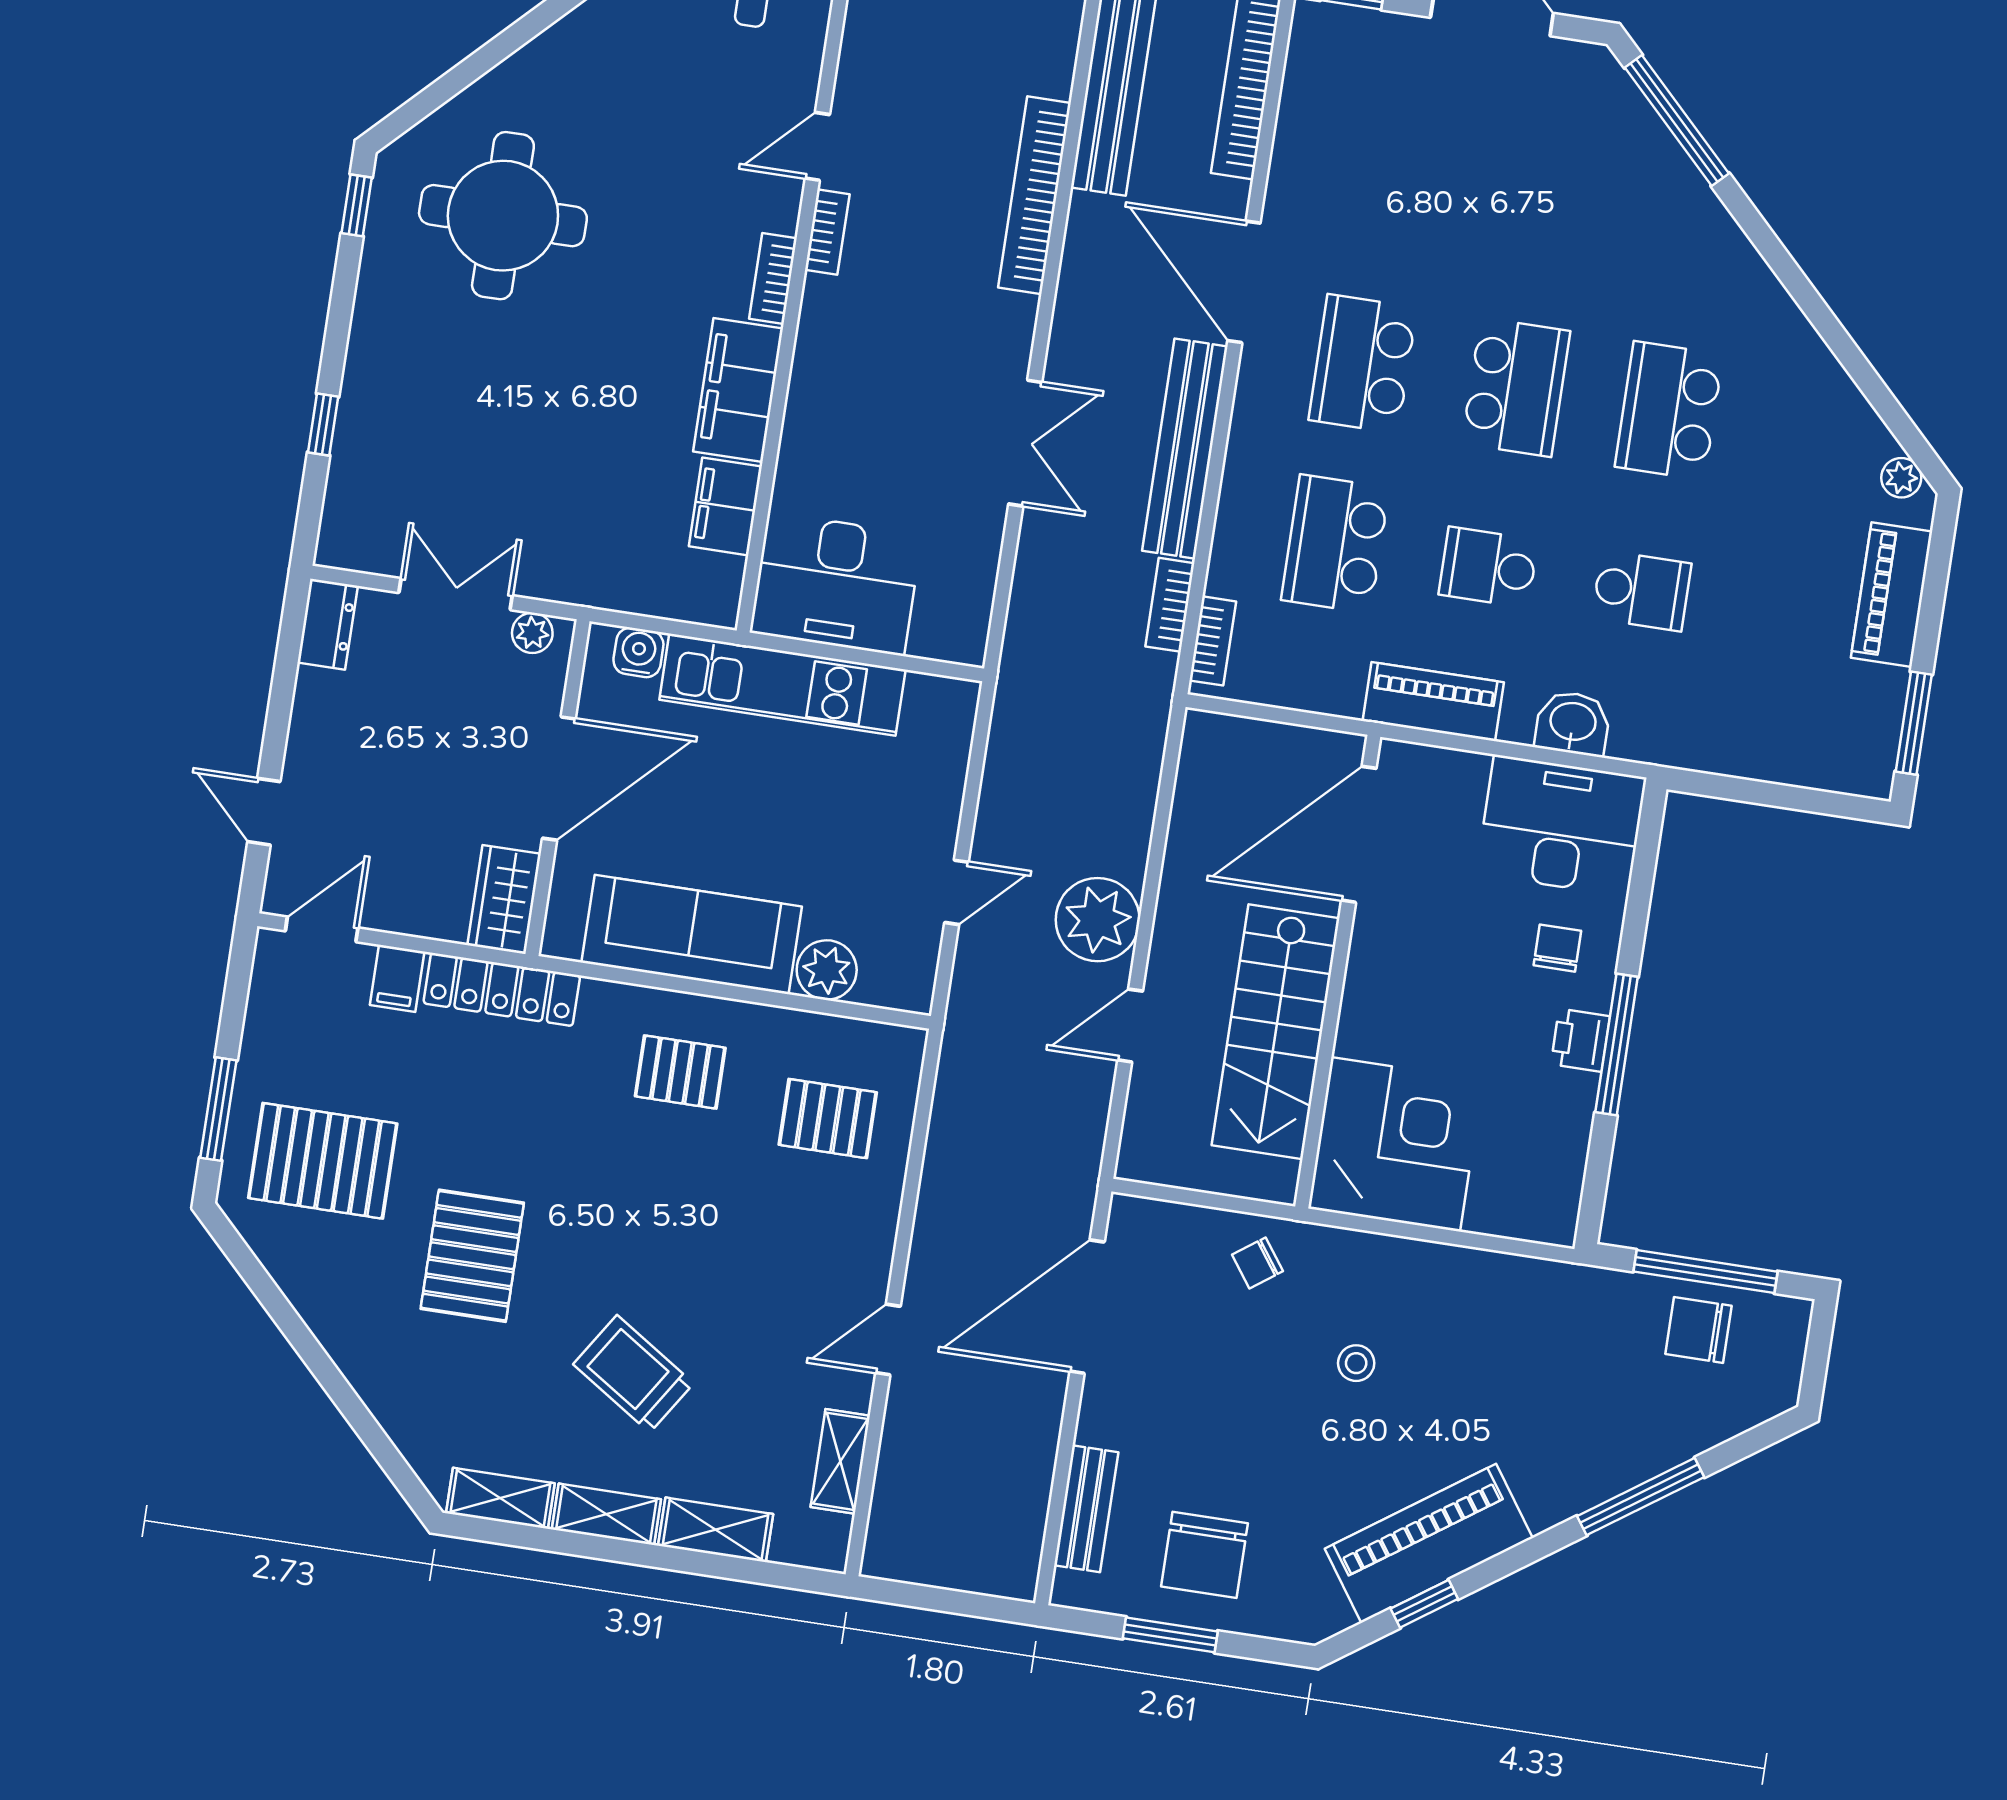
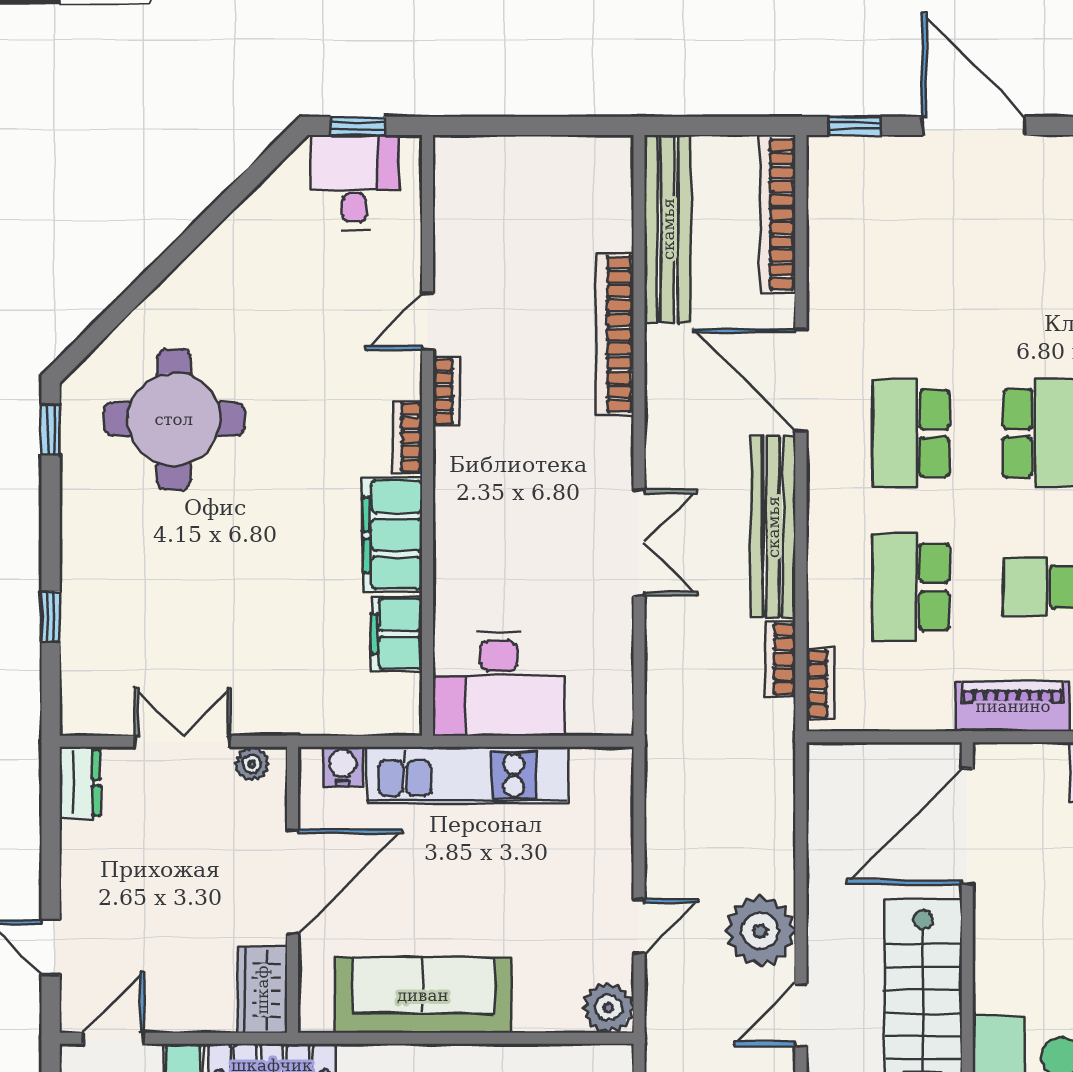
plant: (827, 970) -> (608, 1008), moved

